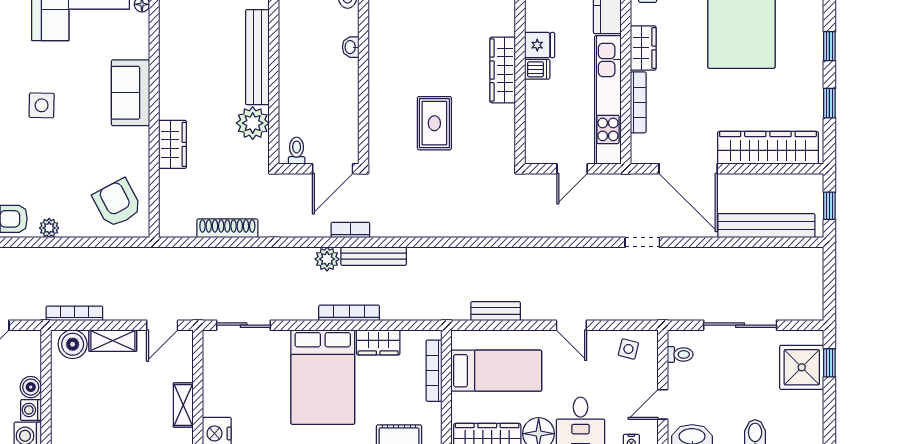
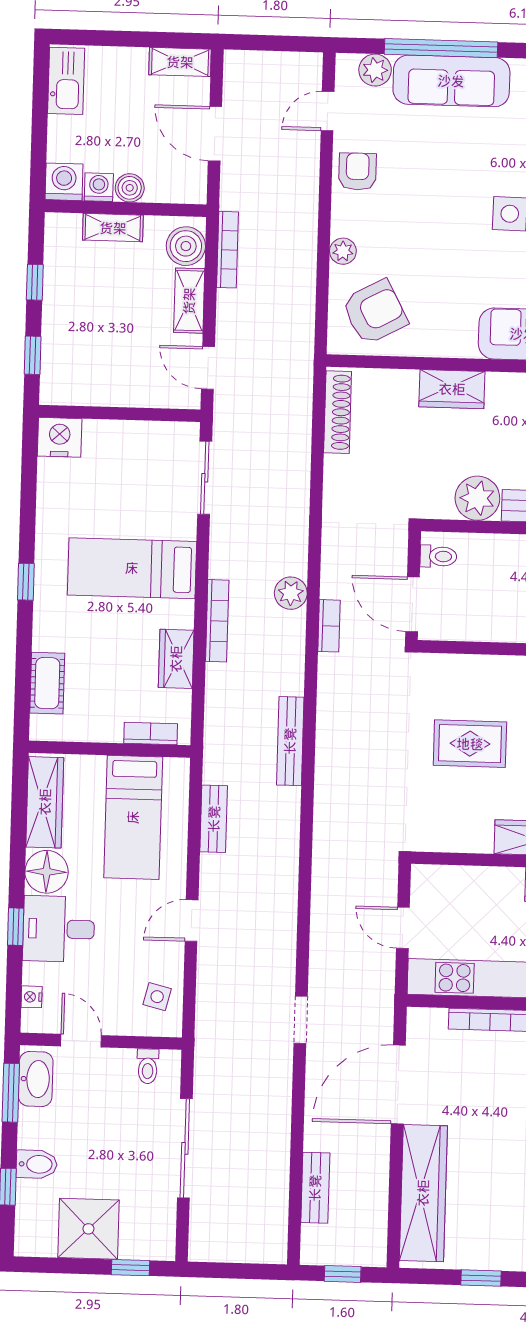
bench: (766, 226) -> (315, 1188), width x0.54, depth x0.82
plant: (49, 228) -> (343, 251), moved
shoe rack: (227, 228) -> (338, 412), moved
bench: (374, 256) -> (290, 741), moved
shower: (802, 367) -> (88, 1229), moved
bookcase: (434, 371) -> (151, 733), width x0.64
bed: (323, 377) -> (132, 568), width x0.67
shelving: (183, 405) -> (113, 228), moved

